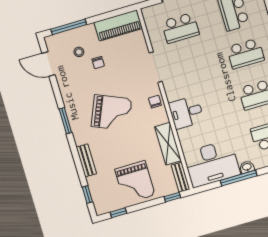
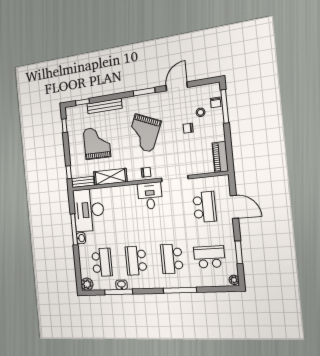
piano: (118, 25) -> (220, 157), width x0.73, depth x0.75
school desk: (180, 28) -> (205, 207), turned 180
chair: (66, 38) -> (216, 102), added
door: (48, 64) -> (177, 86), moved
desk: (186, 112) -> (150, 196), moved
bench: (86, 160) -> (104, 106), width x1.36
grand piano: (135, 182) -> (97, 143), moved, turned 90

